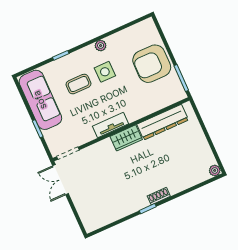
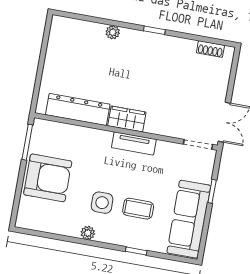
plant: (215, 170) -> (113, 32), moved
shoe rack: (159, 196) -> (210, 49), moved

